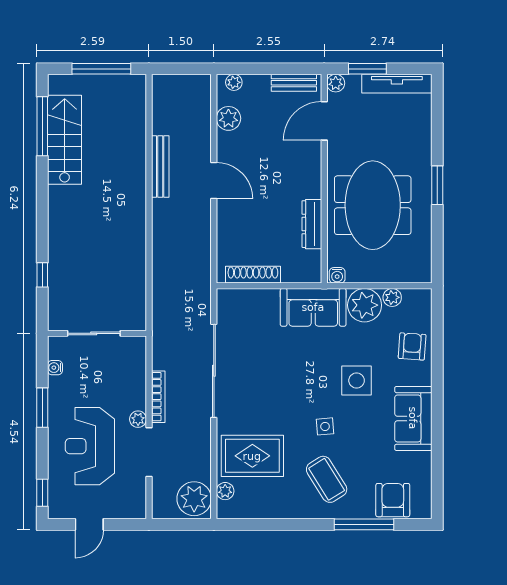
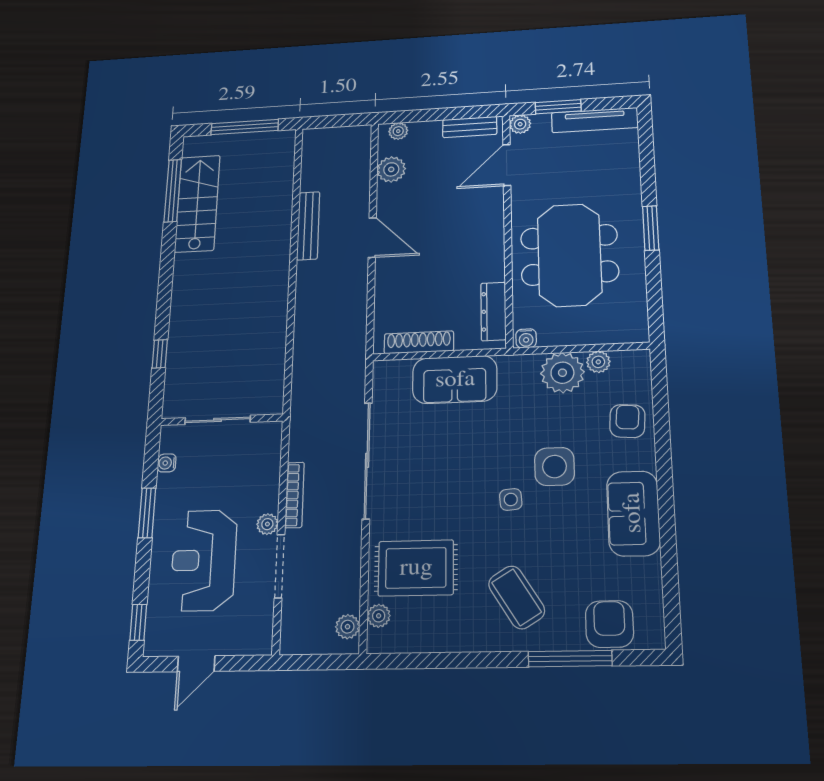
dresser: (312, 224) -> (493, 311), moved
sofa: (313, 307) -> (455, 380), moved
side table: (325, 426) -> (511, 499), moved
plant: (194, 499) -> (348, 627), width x0.53, depth x0.53

